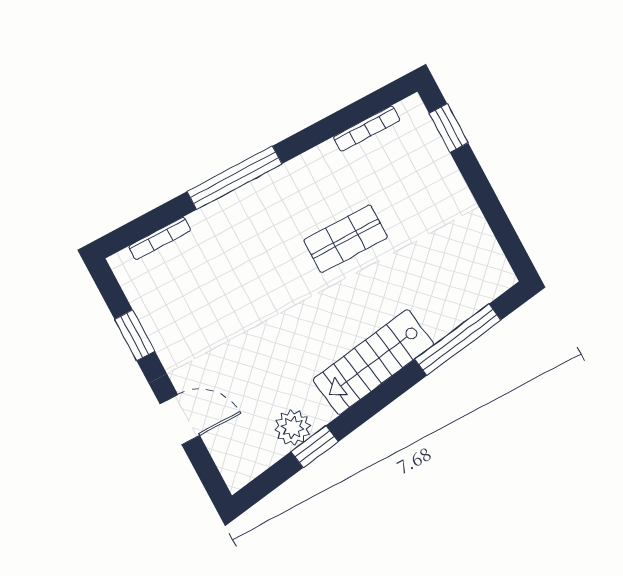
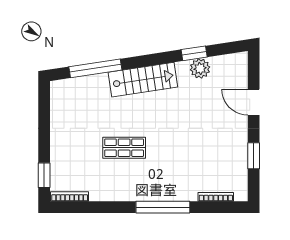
bookcase: (367, 129) -> (70, 197), moved

